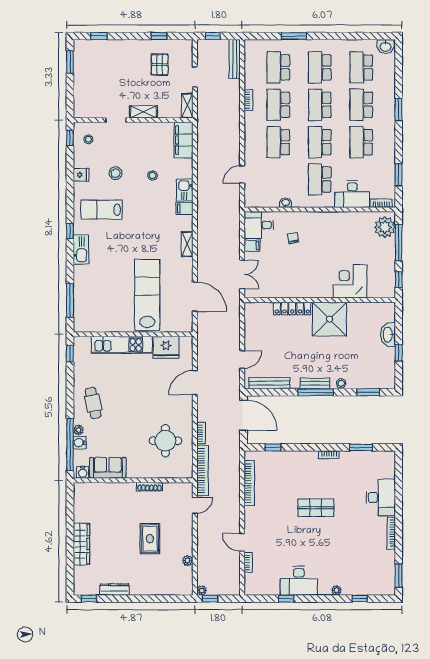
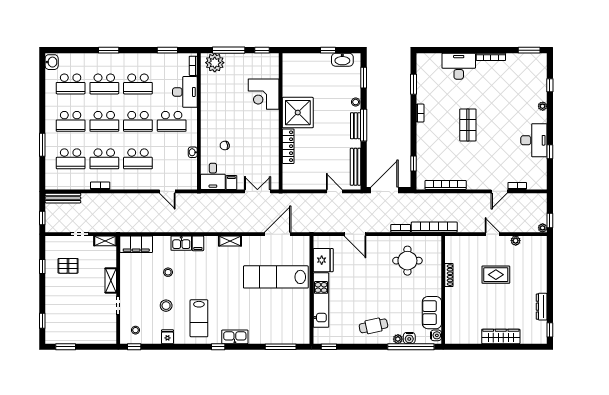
washbasin: (388, 335) -> (342, 60), moved
door: (195, 505) -> (492, 234), moved

